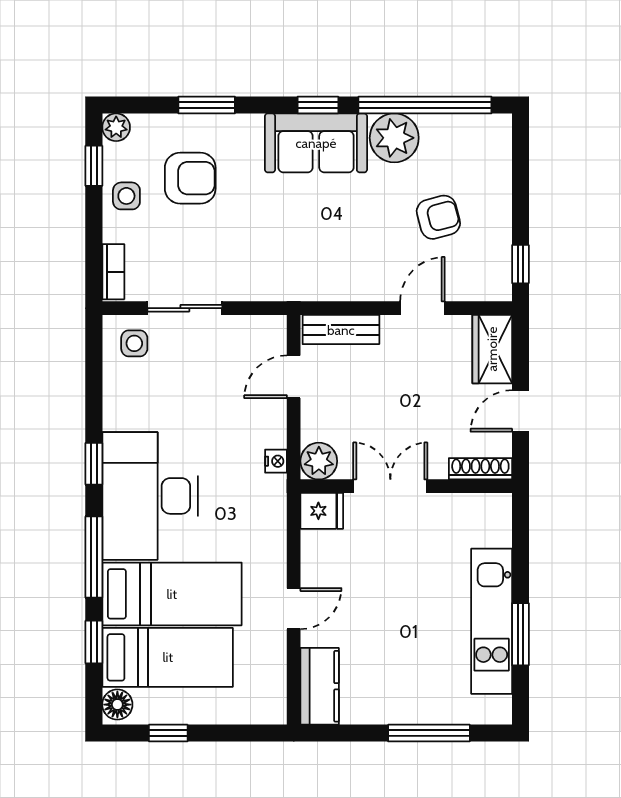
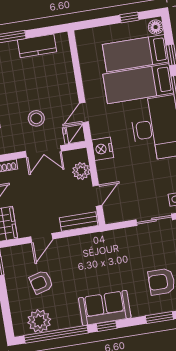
plant: (394, 138) -> (39, 321), moved
nightstand: (276, 461) -> (103, 149), width x1.89, depth x1.79
plant: (319, 461) -> (81, 171), moved
stool: (394, 556) -> (36, 118), added
door: (294, 609) -> (84, 113), moved
kitchen counter: (320, 686) -> (37, 46), moved, turned -90

